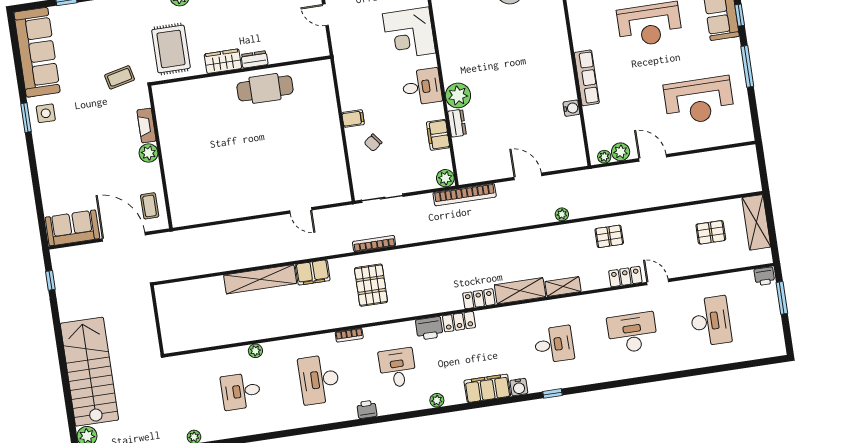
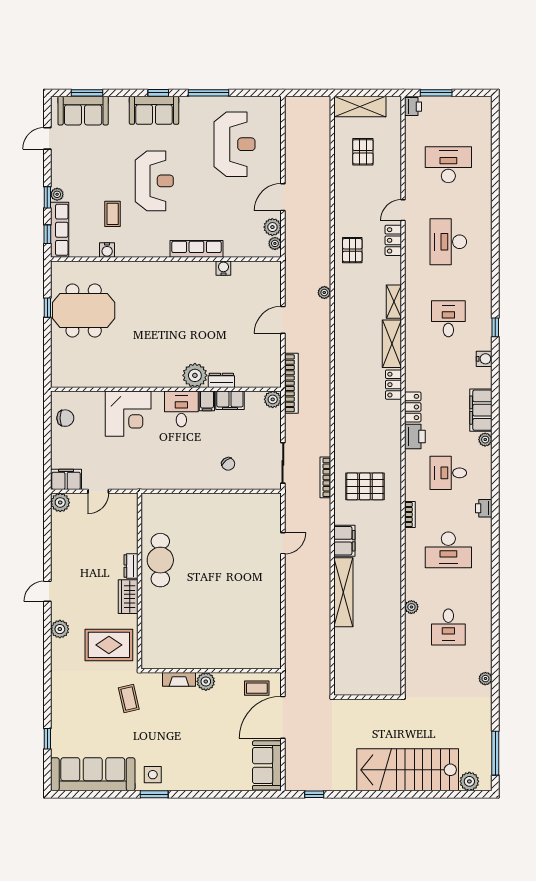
filing cabinet: (353, 119) -> (207, 401), moved, turned 180
filing cabinet: (487, 388) -> (481, 410), moved

